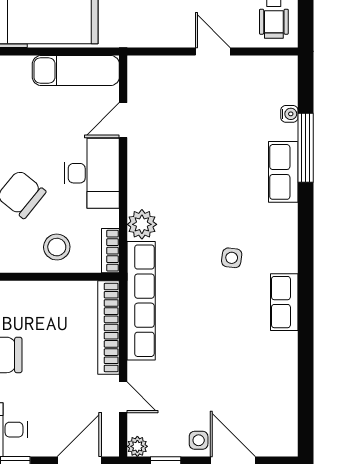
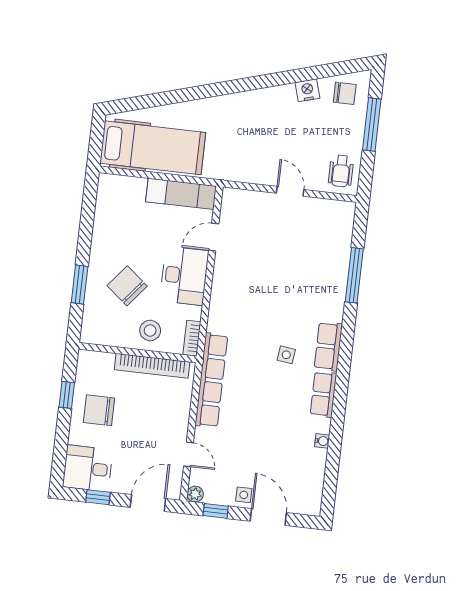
water cooler: (289, 114) -> (322, 441), moved
row of seats: (283, 172) -> (328, 346), moved
plant: (142, 224) -> (219, 320), removed
bookcase: (109, 328) -> (152, 366), moved, turned -90

